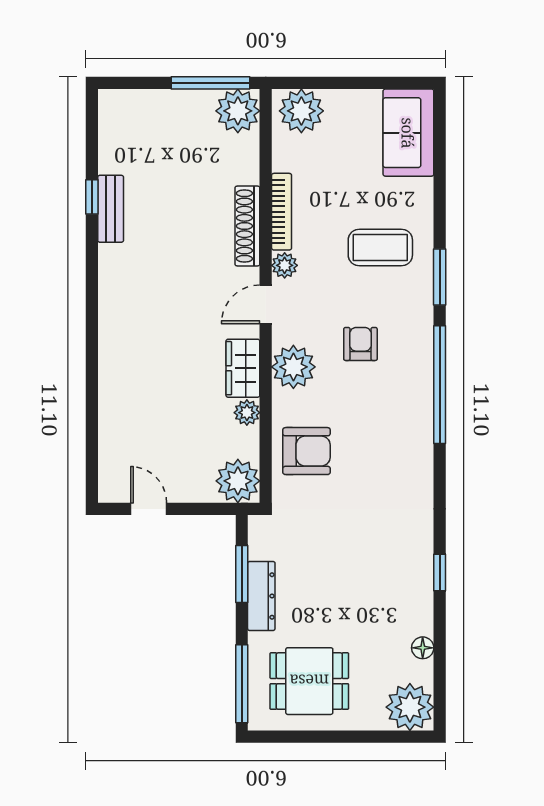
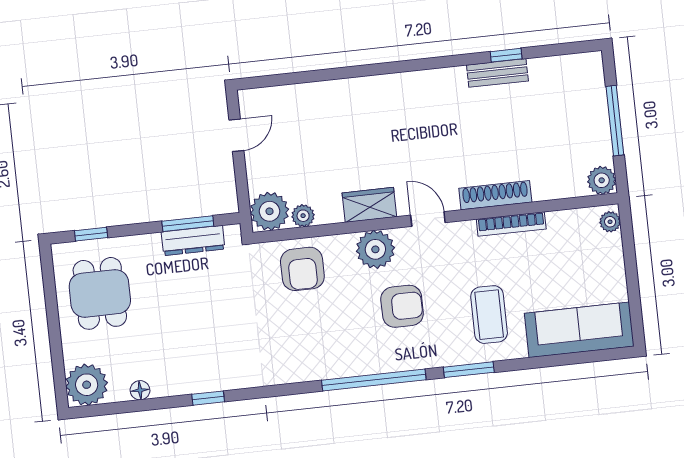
window: (211, 83) -> (615, 121), moved
plant: (238, 111) -> (602, 180), width x0.73, depth x0.73
plant: (301, 111) -> (610, 222), width x0.53, depth x0.53
sofa: (408, 133) -> (579, 330), width x1.36
plant: (285, 265) -> (464, 232), removed
armchair: (360, 344) -> (402, 306), width x1.38, depth x1.38
plant: (247, 413) -> (303, 216), moved
dresser: (261, 596) -> (193, 240), moved
window: (242, 684) -> (91, 234), width x0.46

